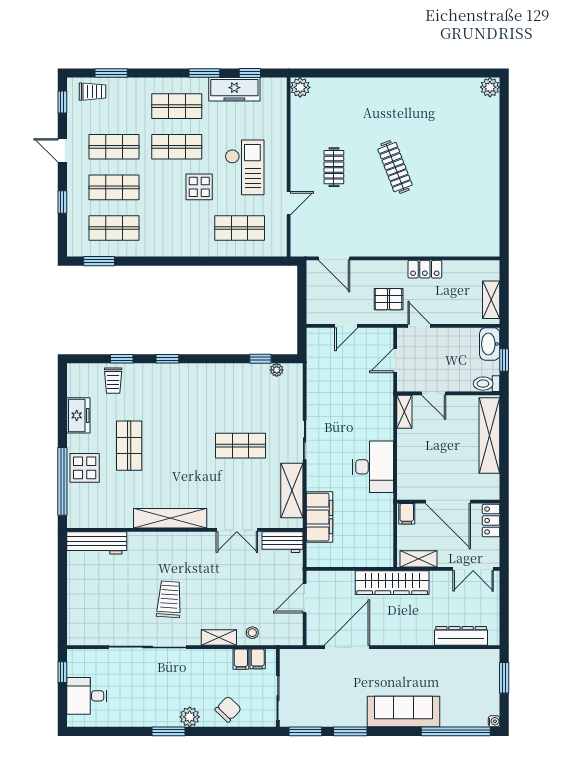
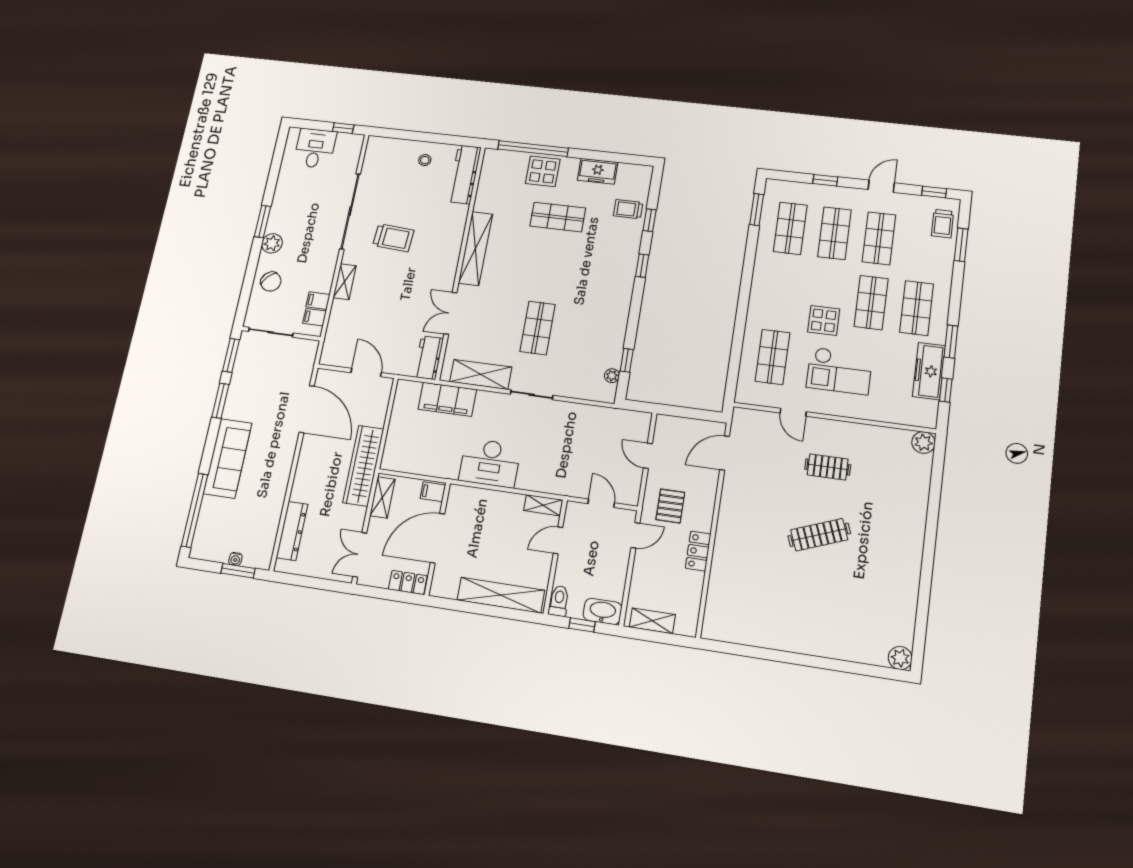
stool: (252, 633) -> (425, 160), moved
water cooler: (494, 721) -> (235, 559), moved

